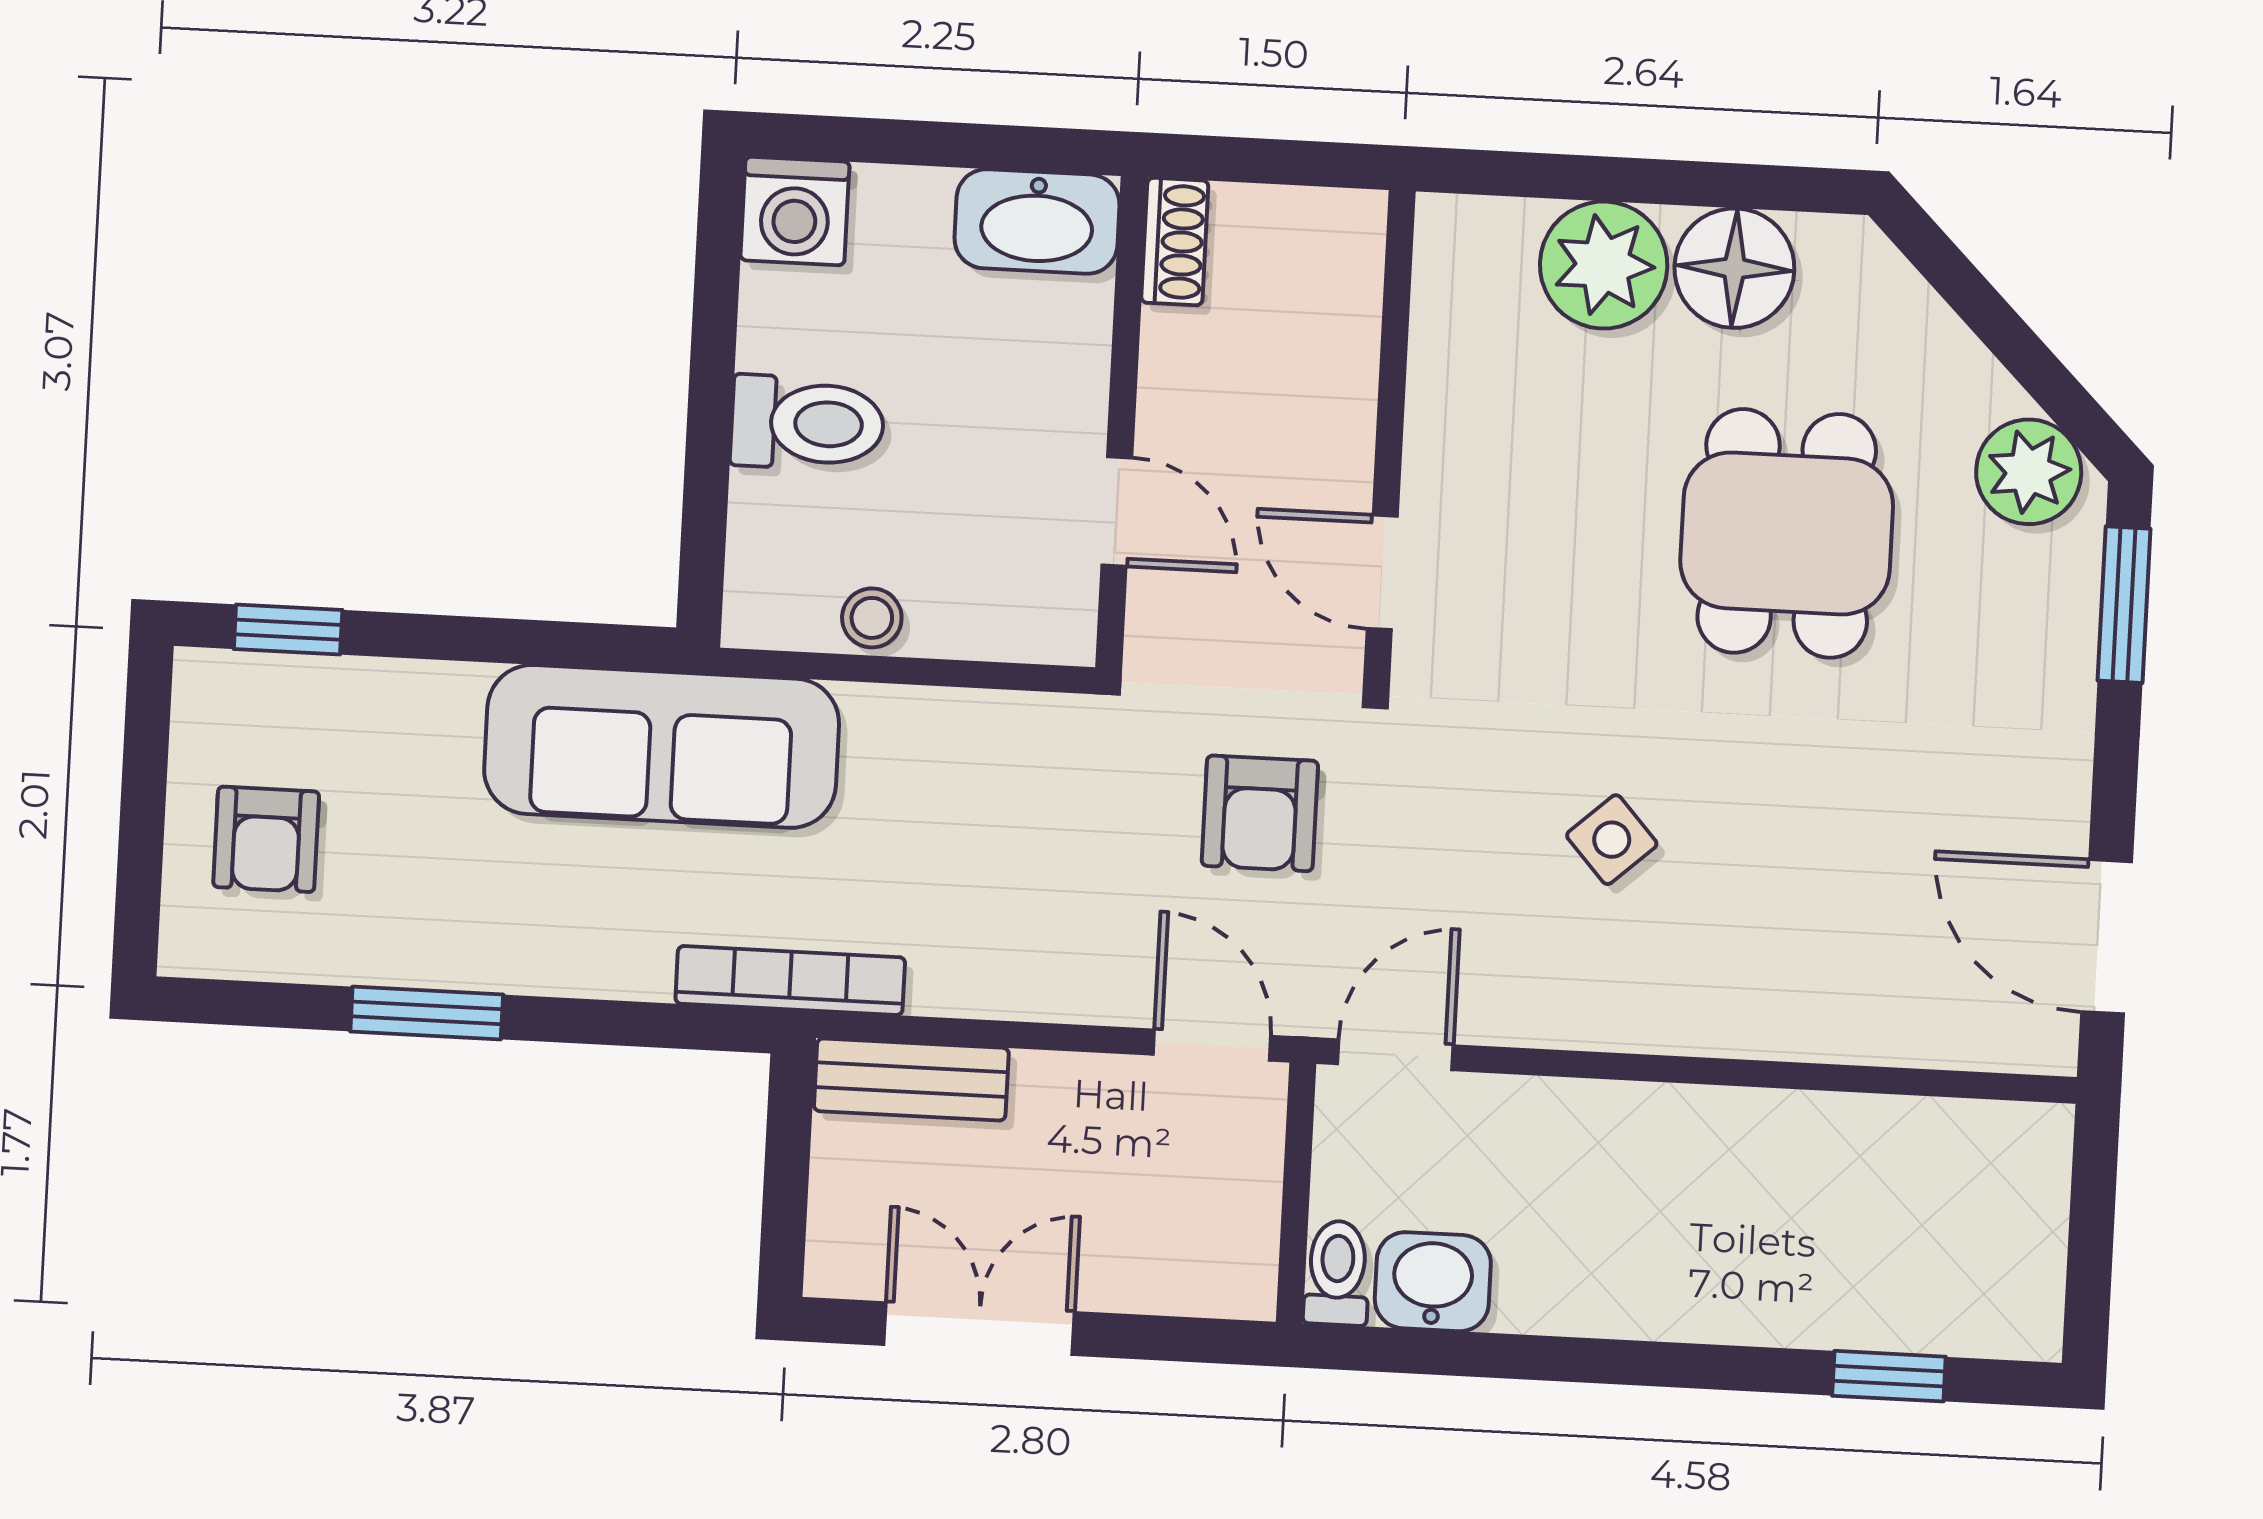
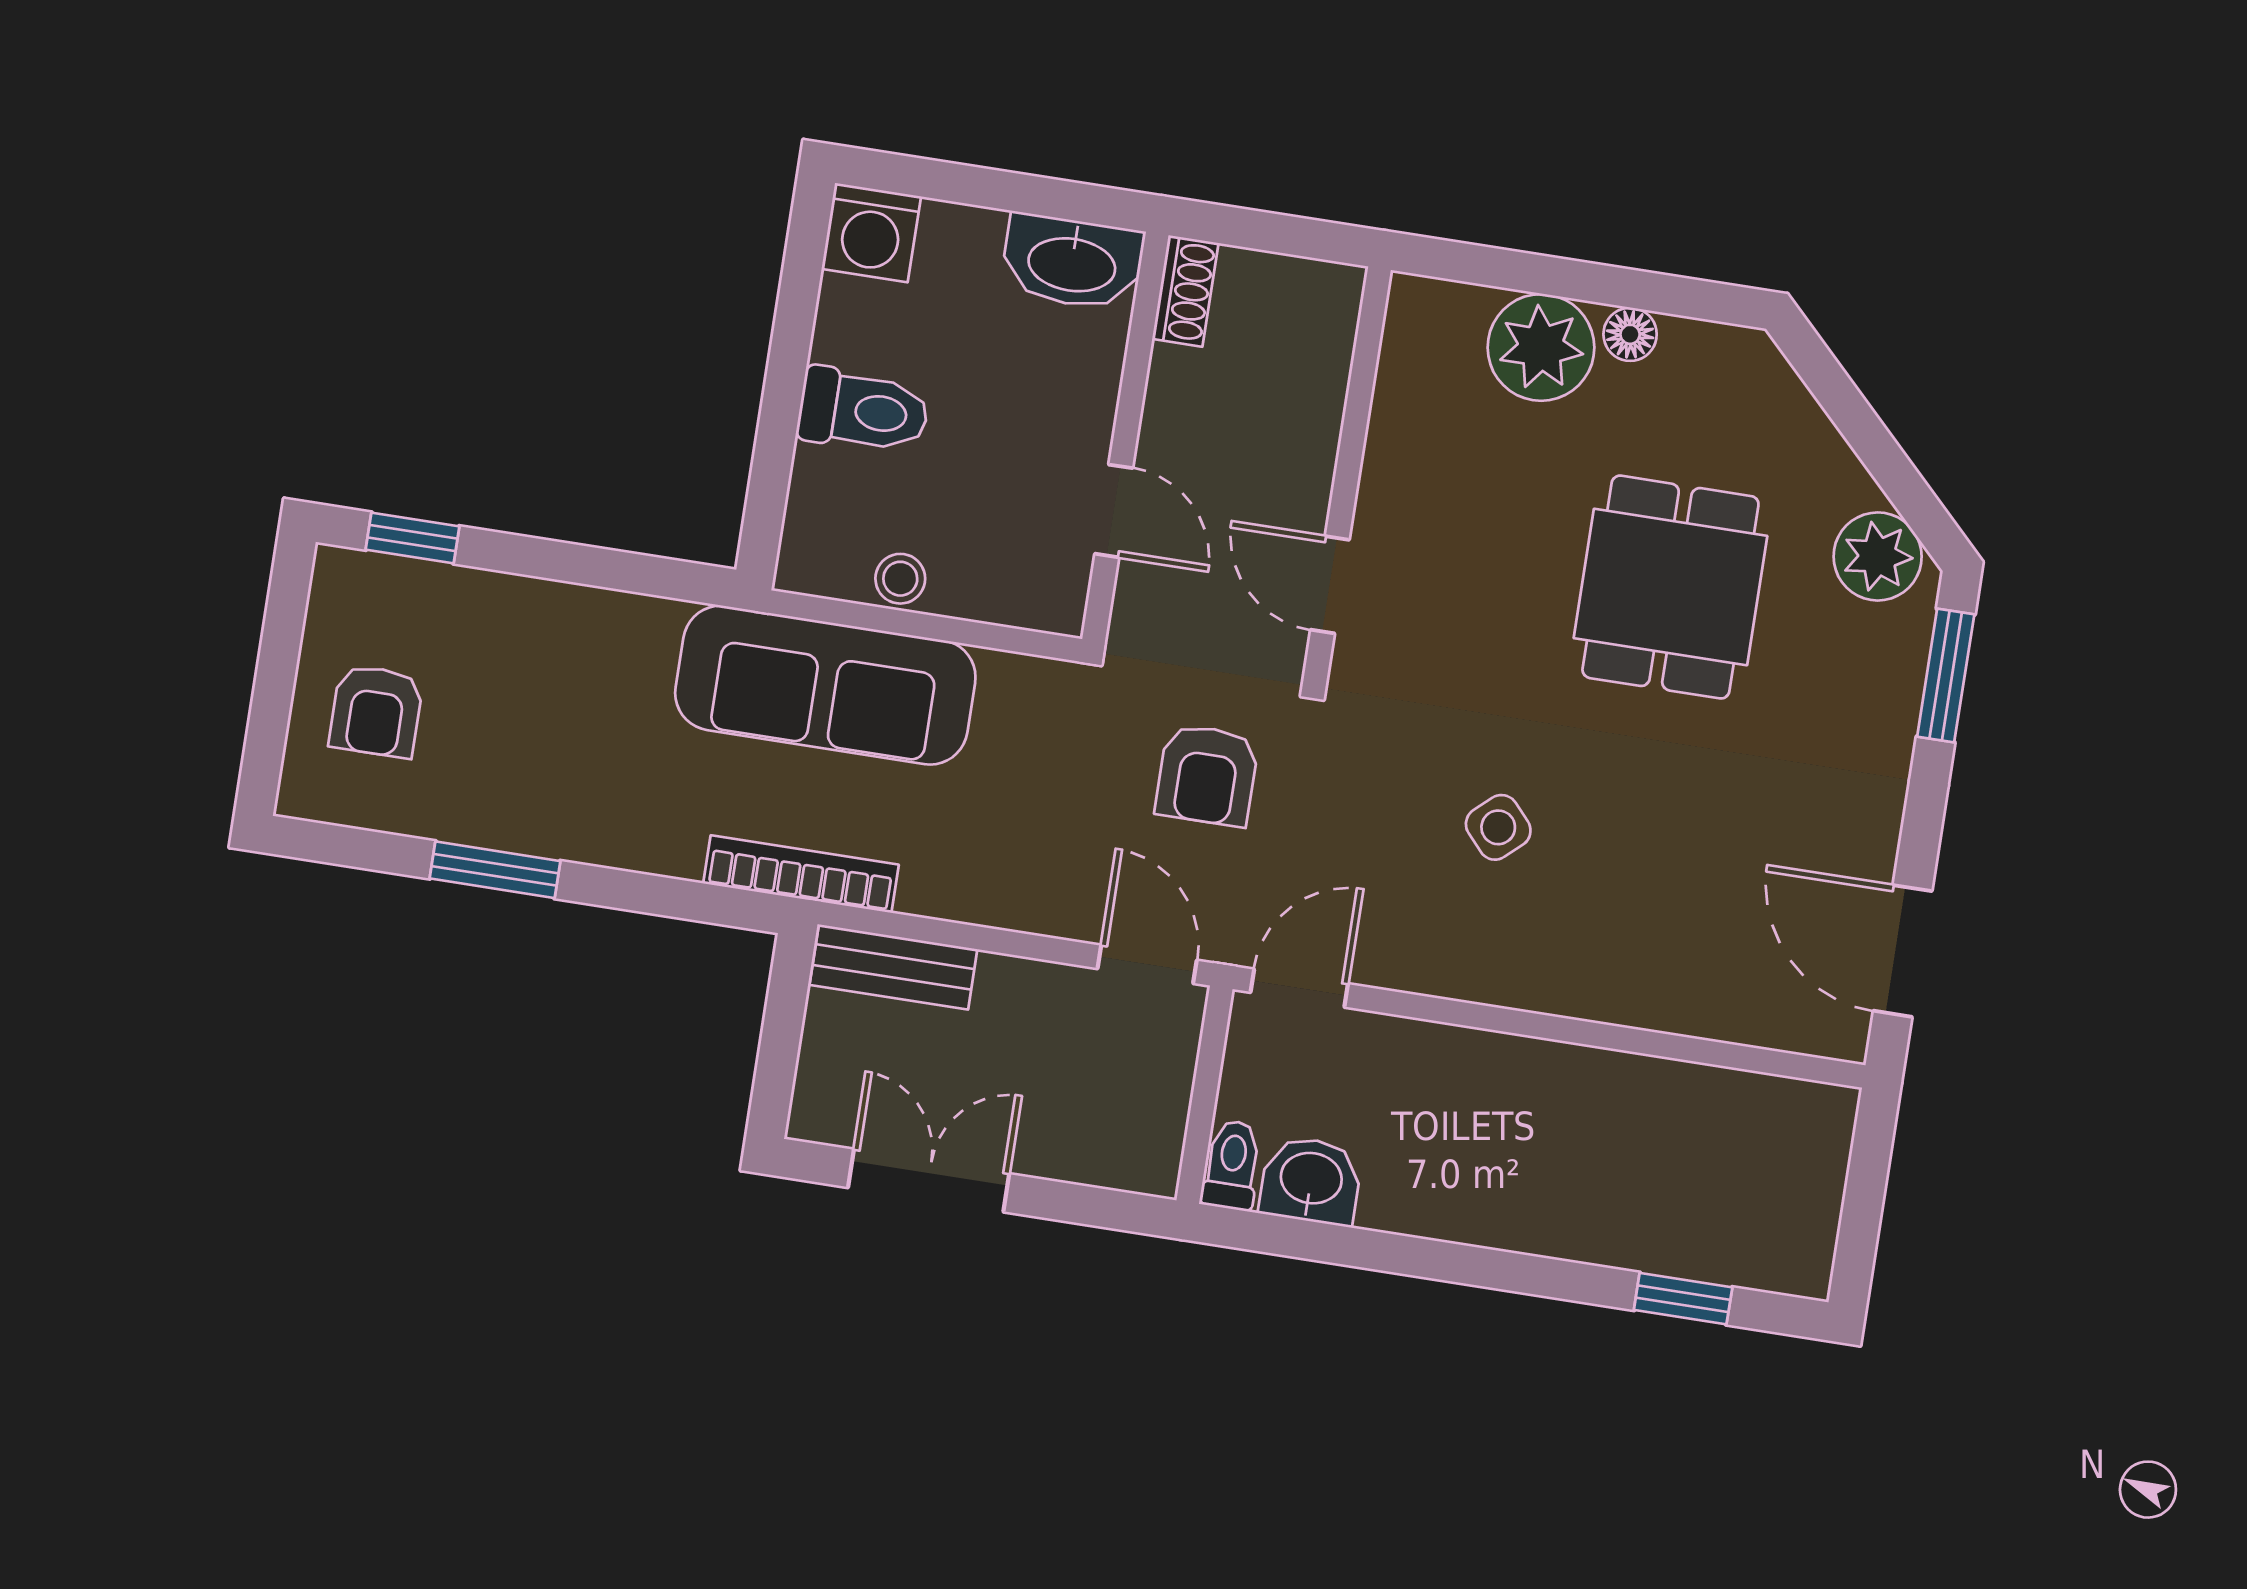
floor lamp: (1734, 268) -> (1630, 334), width x0.53, depth x0.53
sofa: (662, 746) -> (825, 685), moved

